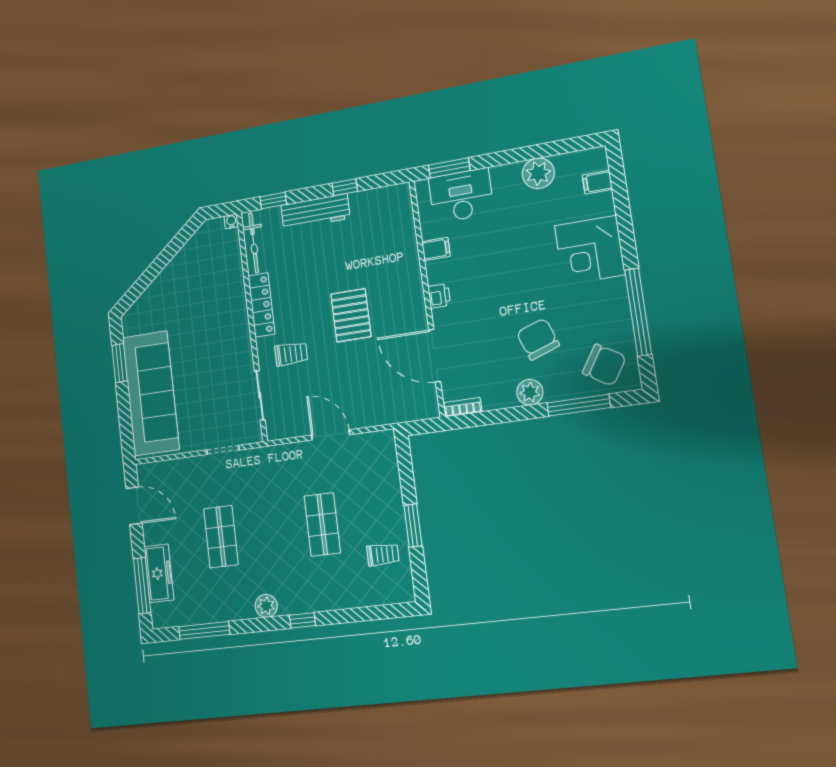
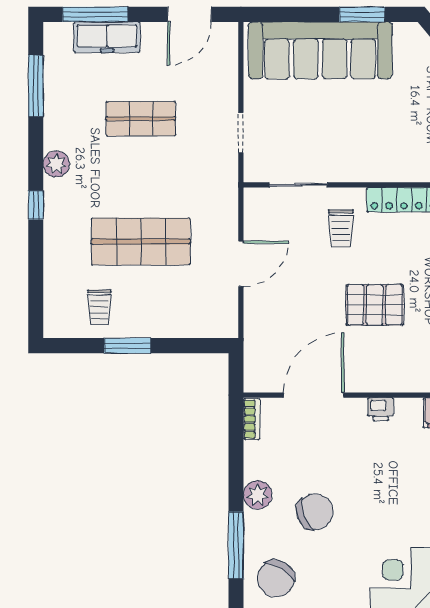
shop shelf: (322, 524) -> (141, 241), width x1.43, depth x1.36

